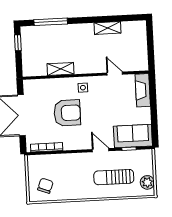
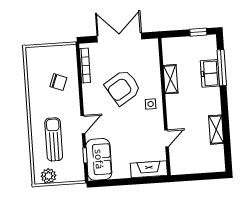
freezer: (56, 33) -> (210, 73), added
armchair: (67, 113) -> (123, 87), turned 58
chair: (45, 186) -> (58, 82), moved

